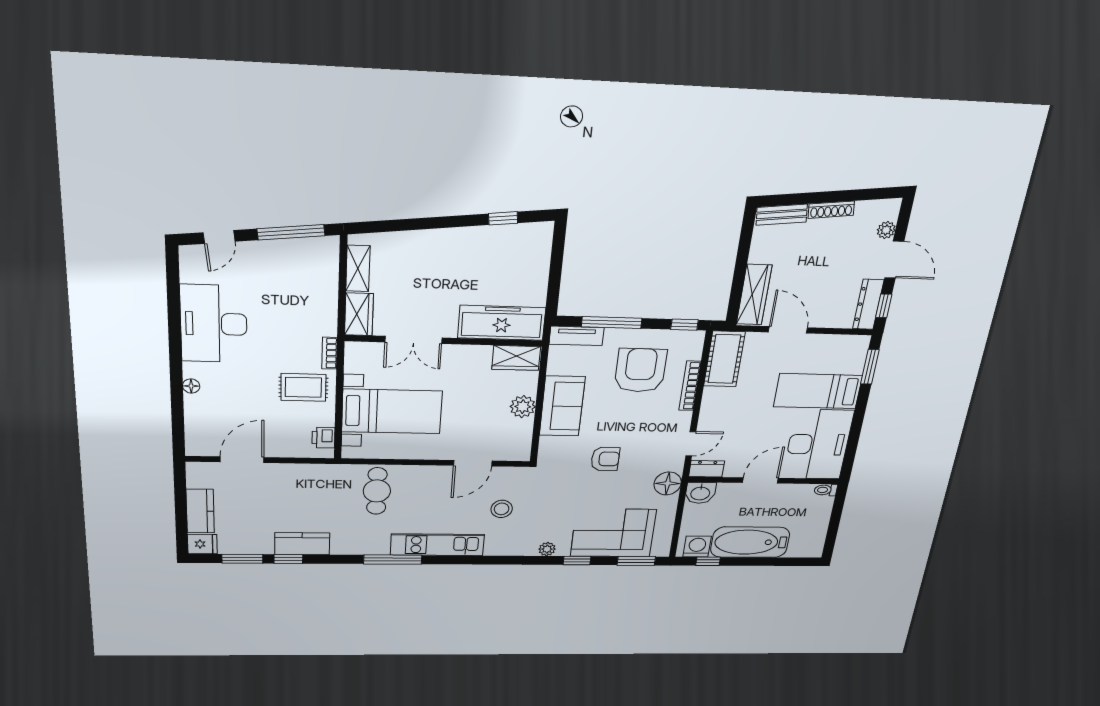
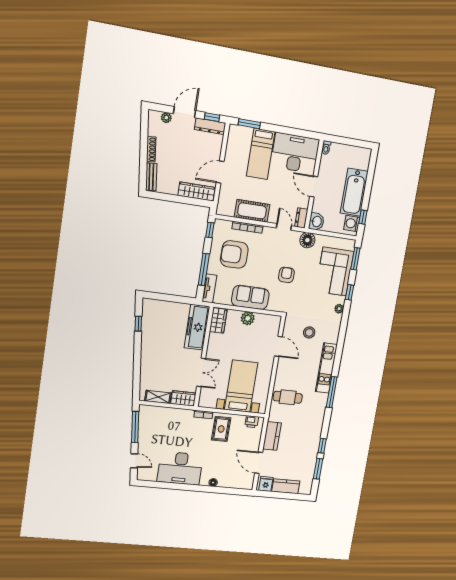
cot: (724, 359) -> (252, 211), moved
fridge: (202, 544) -> (266, 484), moved
kitchen counter: (302, 544) -> (272, 436), moved, turned 180

